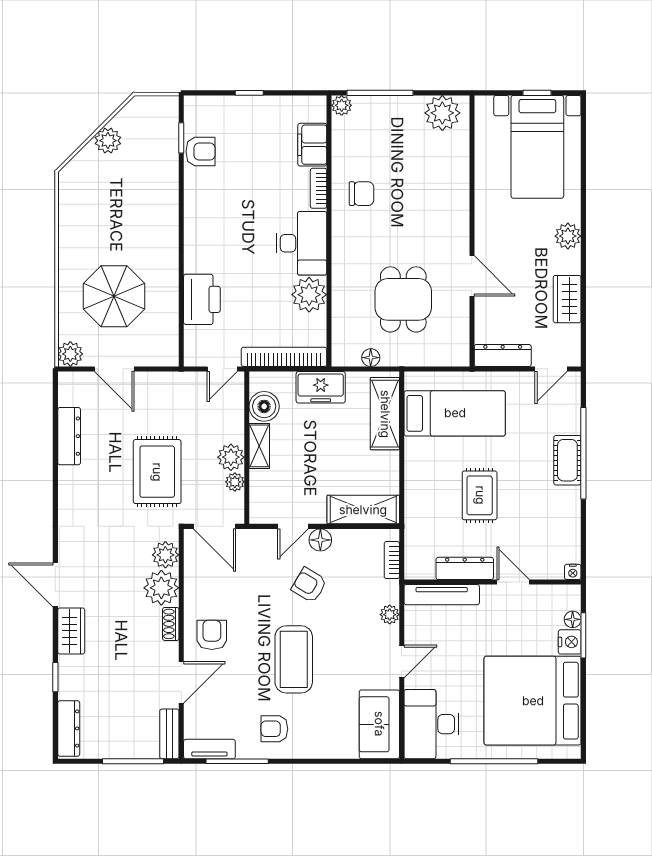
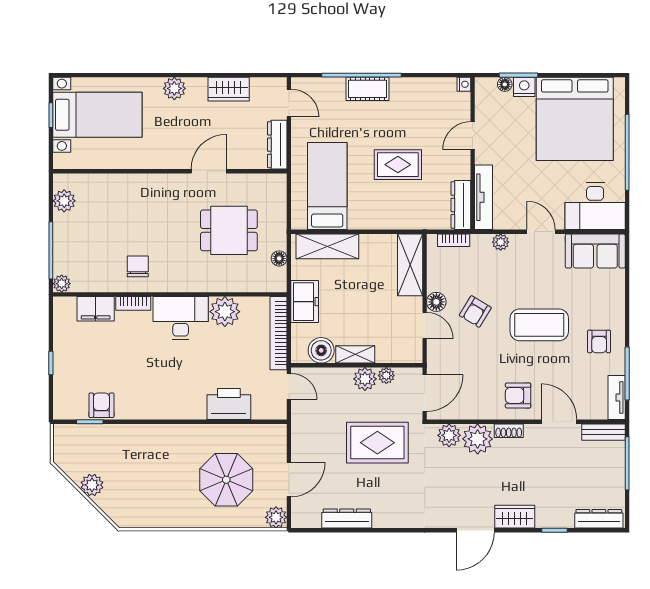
plant: (442, 113) -> (64, 201), width x0.73, depth x0.73
dresser: (465, 568) -> (461, 205), moved

